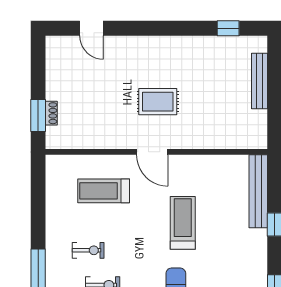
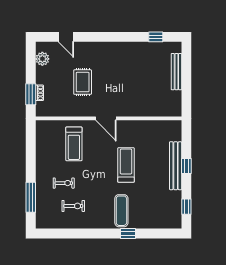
plant: (56, 61) -> (42, 59), added
rug: (158, 102) -> (83, 82), moved, turned 90
treadmill: (104, 191) -> (74, 144), turned -90
bench: (258, 191) -> (176, 166), moved

